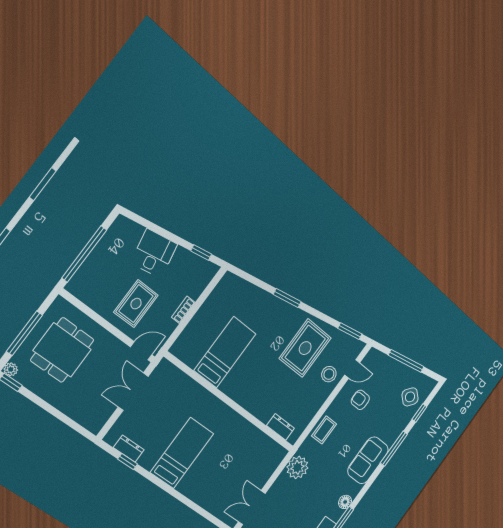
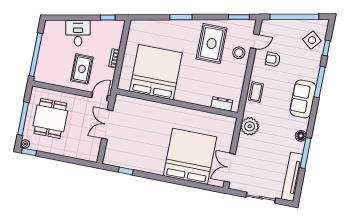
bed: (225, 352) -> (156, 72), width x2.04
window: (406, 361) -> (294, 17), width x1.46
dresser: (129, 449) -> (122, 162), removed
bed: (182, 453) -> (190, 156), moved, width x2.04

